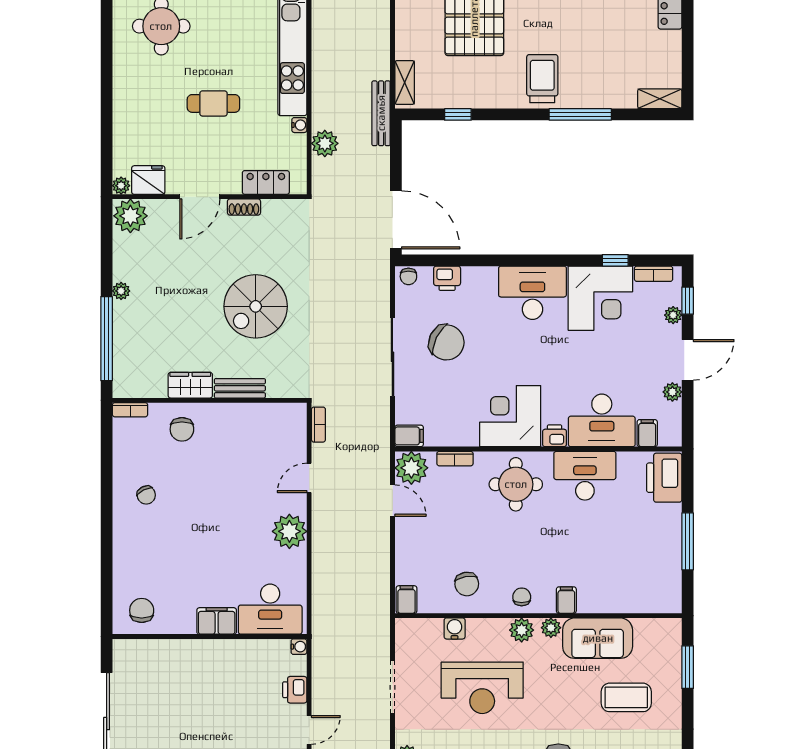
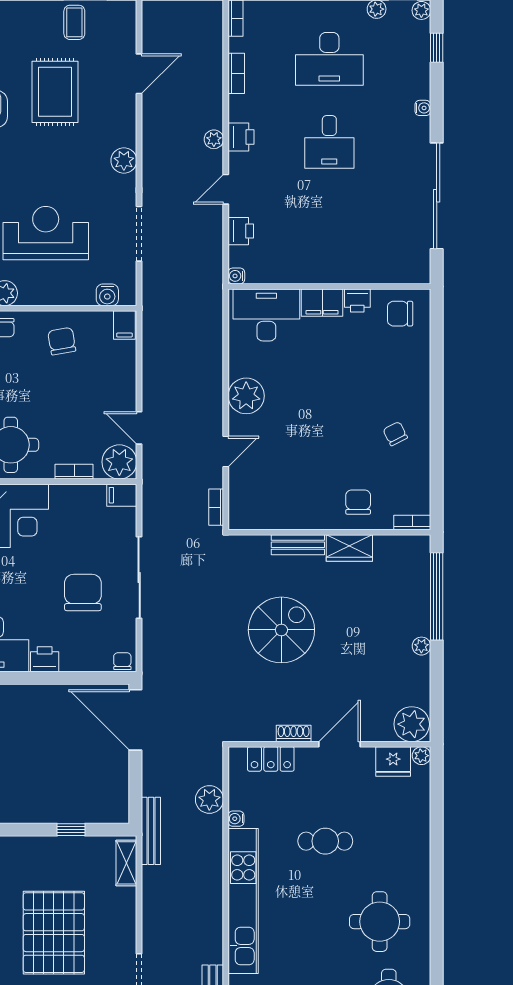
printer: (447, 278) -> (45, 659), moved
chair: (446, 342) -> (83, 592), turned 64
chair: (142, 610) -> (400, 314), turned 90
printer: (183, 623) -> (357, 301), added
water cooler: (455, 628) -> (107, 295), moved

